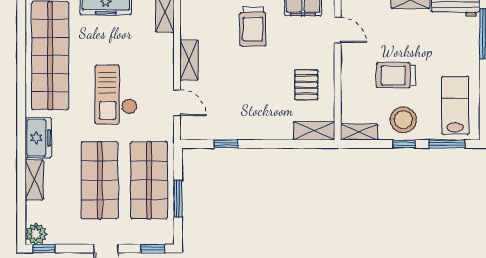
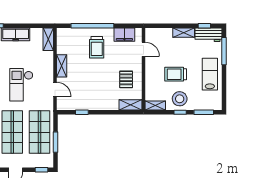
lab bench: (455, 105) -> (210, 74), moved

